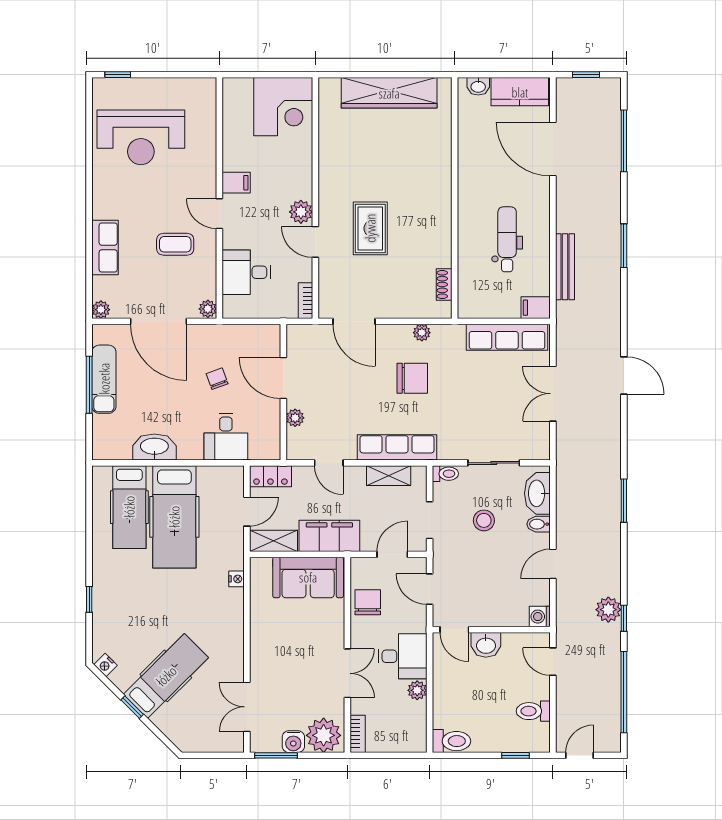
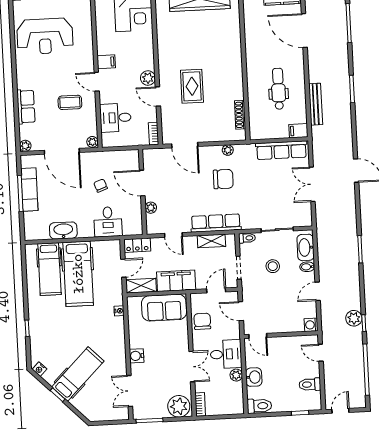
shoe rack: (444, 284) -> (240, 115), width x1.43
washbasin: (486, 645) -> (254, 377), moved, turned -90
water cooler: (293, 742) -> (137, 356), moved, turned 90

